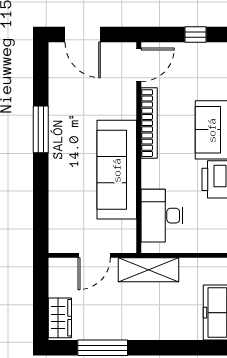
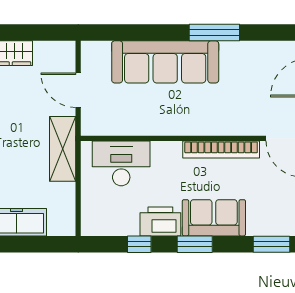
sofa: (117, 170) -> (165, 62), moved, turned 180

